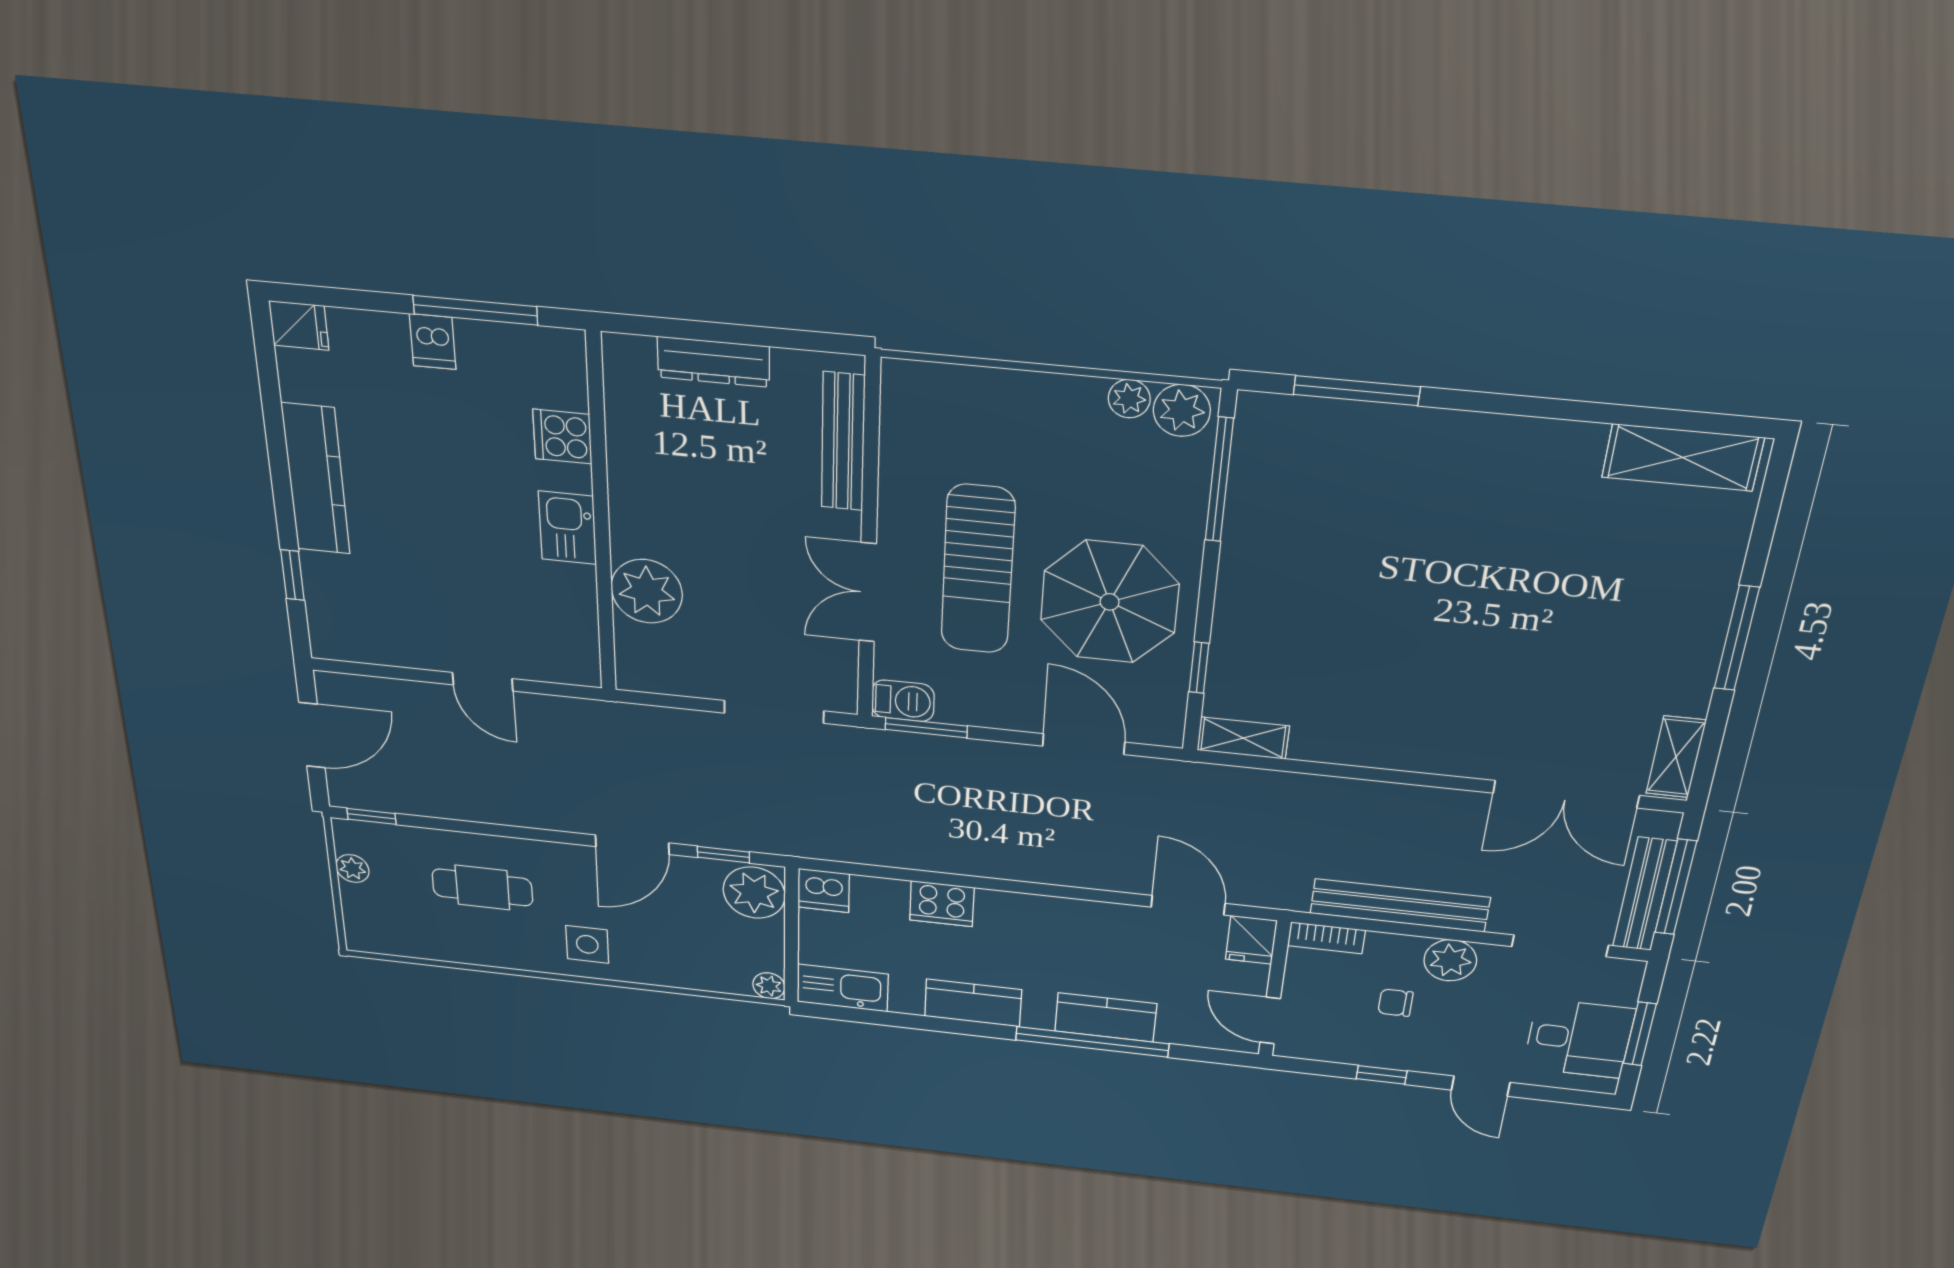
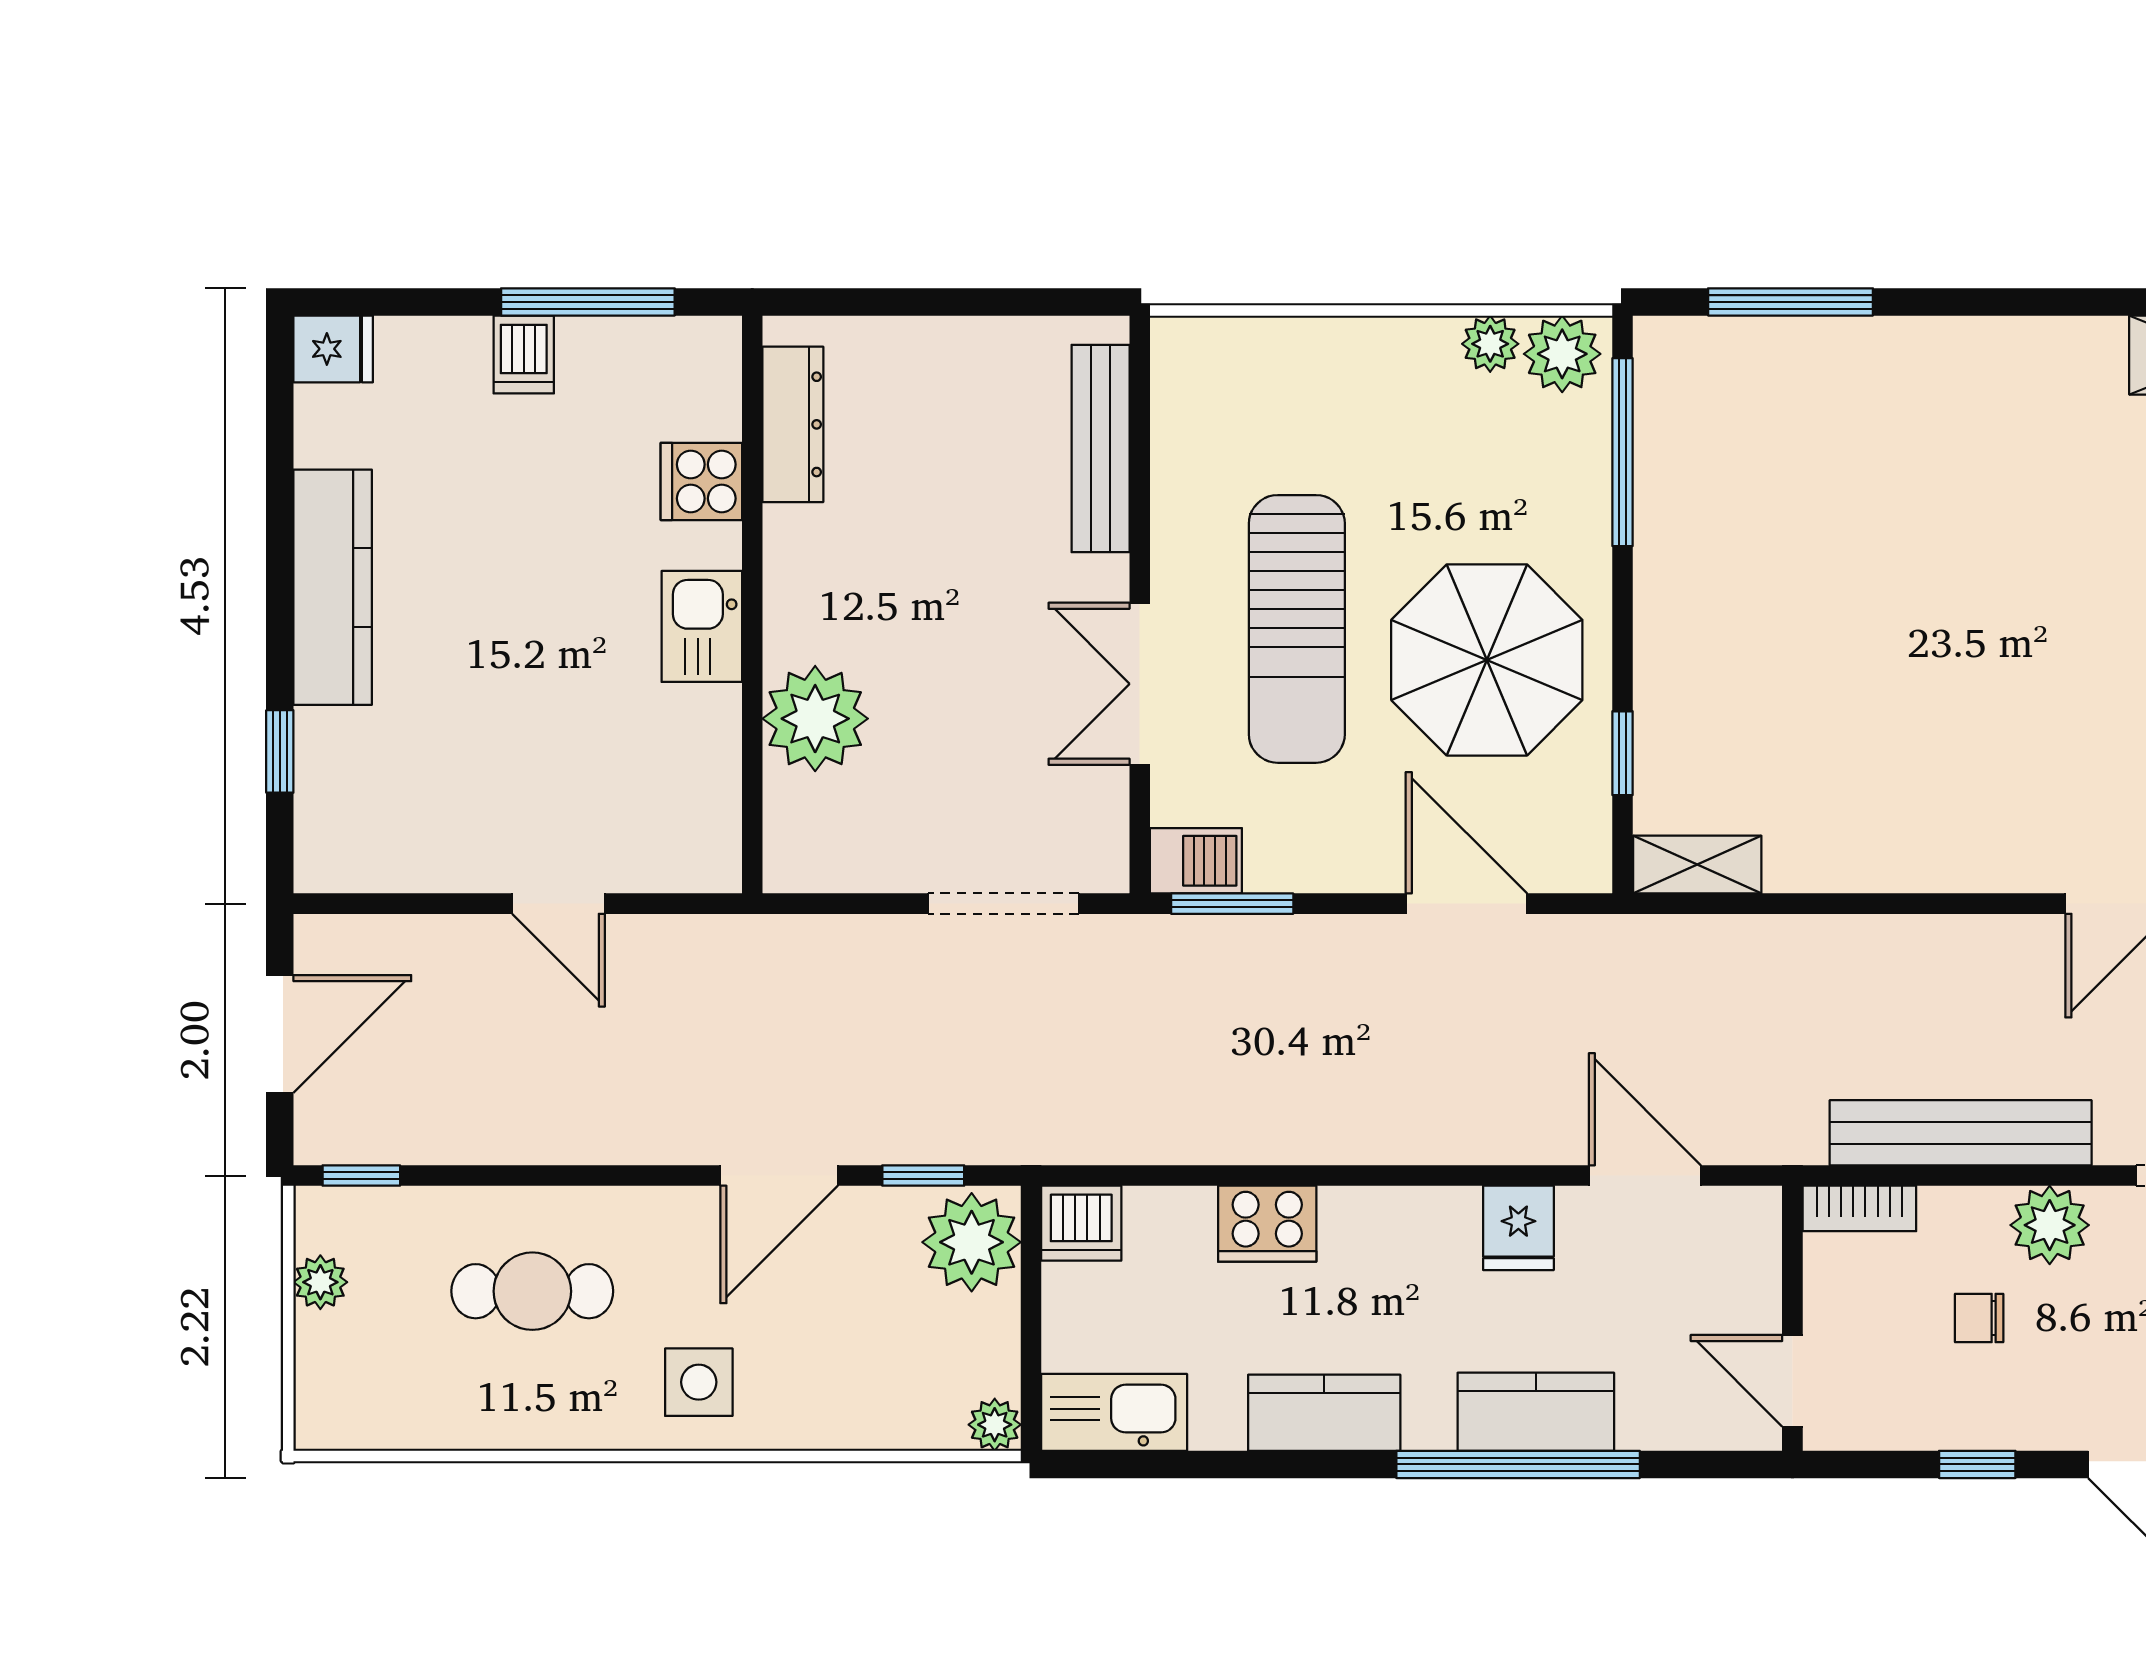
dresser: (713, 362) -> (793, 424), moved, turned -90
fridge: (1251, 940) -> (1518, 1228), moved

